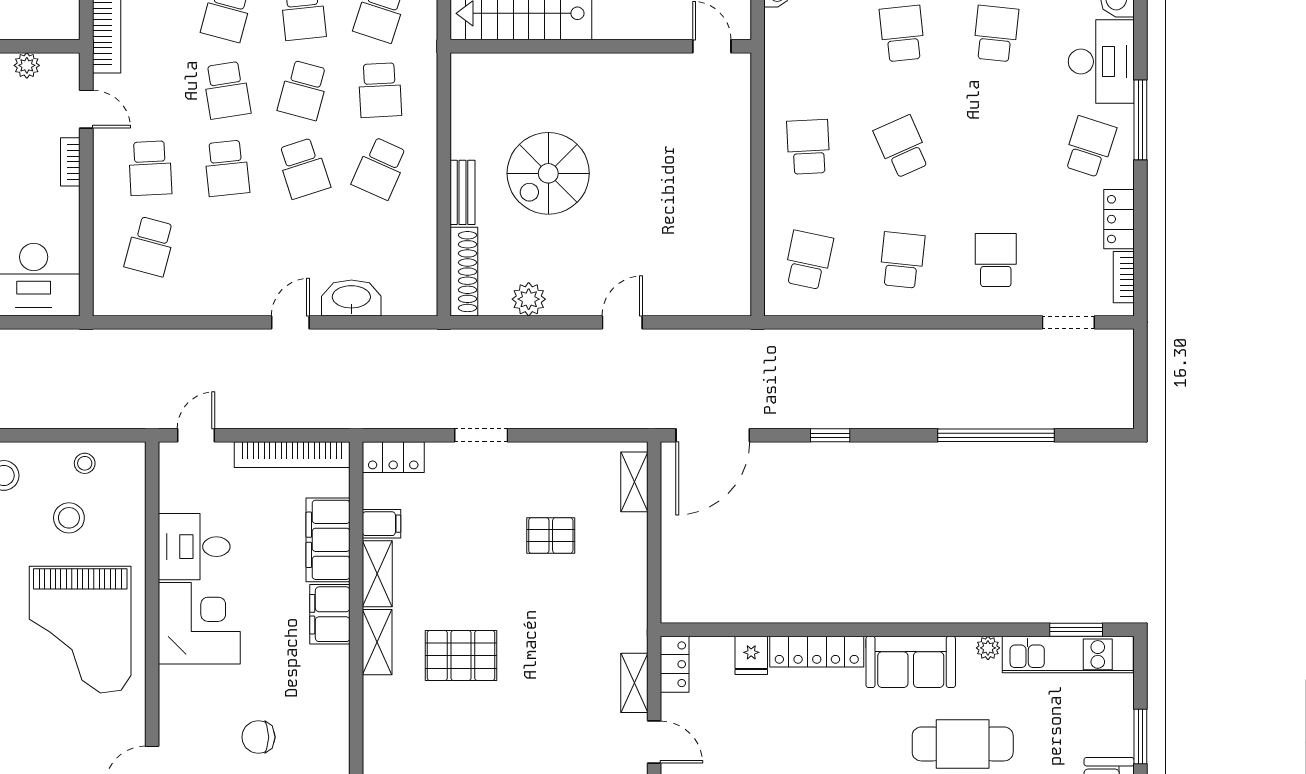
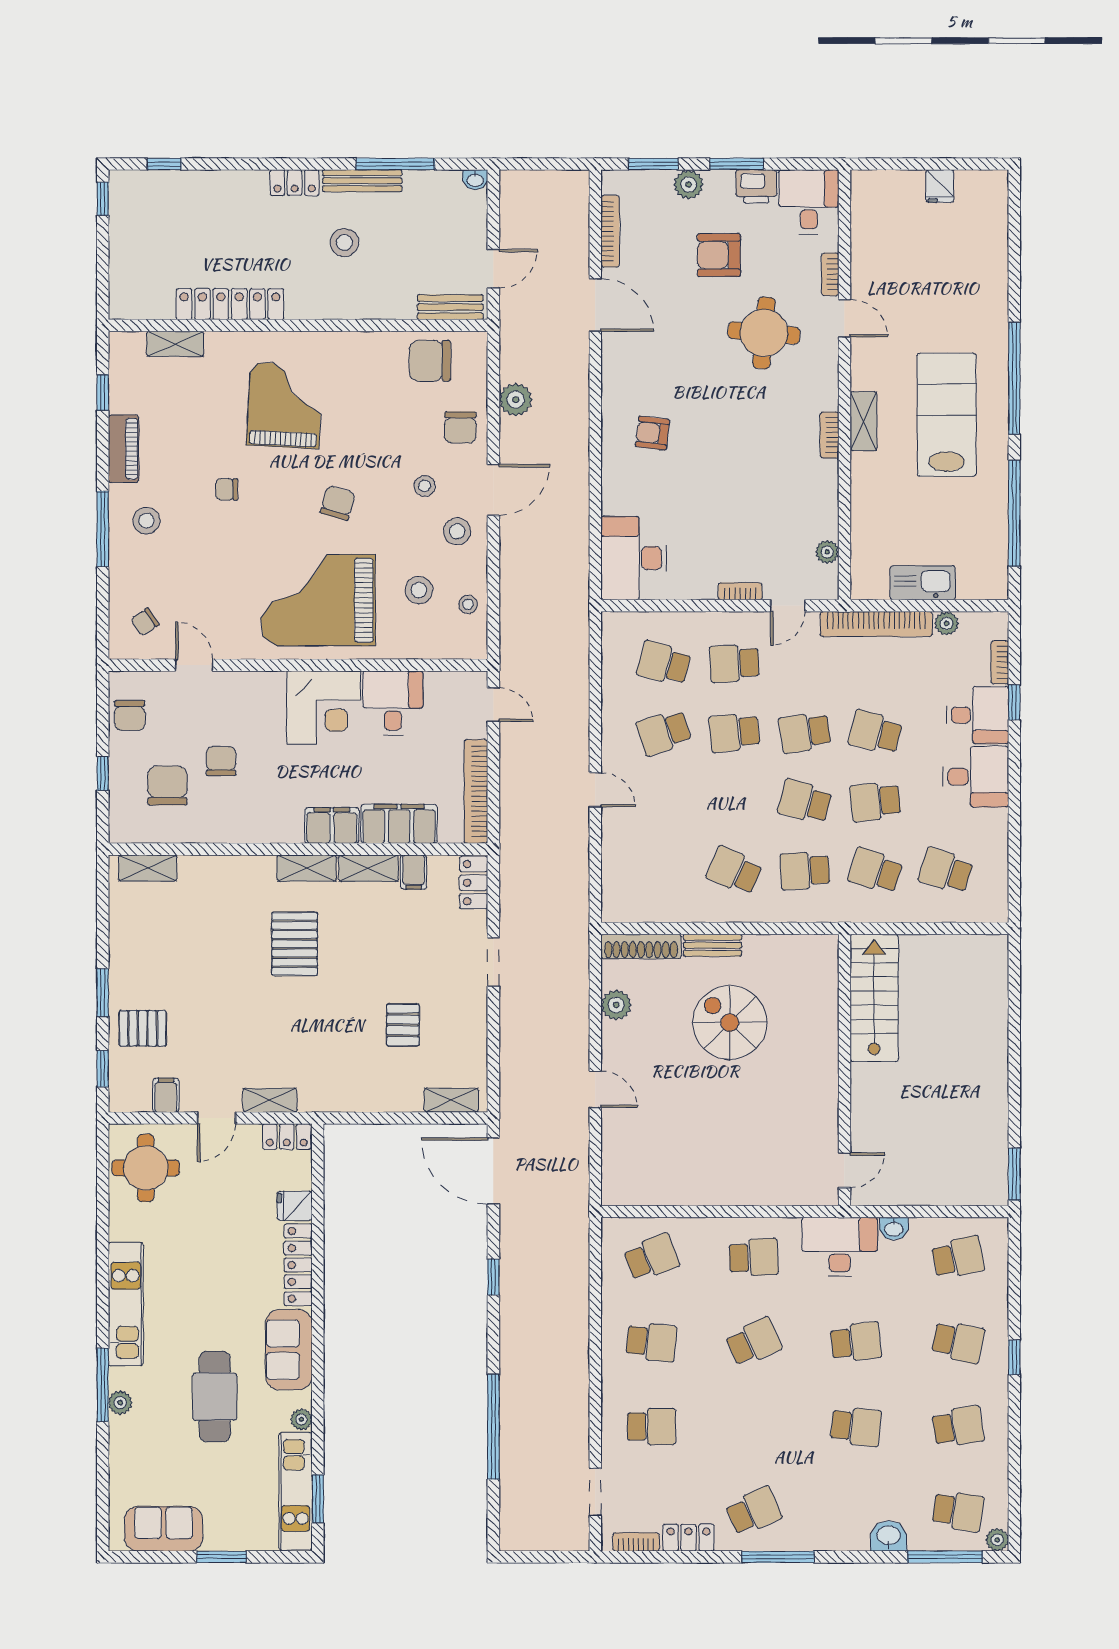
desk: (1101, 62) -> (840, 1247), moved, turned 180
school desk: (1090, 147) -> (754, 1511), turned -42
school desk: (303, 168) -> (664, 732), moved
school desk: (808, 260) -> (652, 1257), turned -33
washbasin: (351, 298) -> (617, 845), removed

